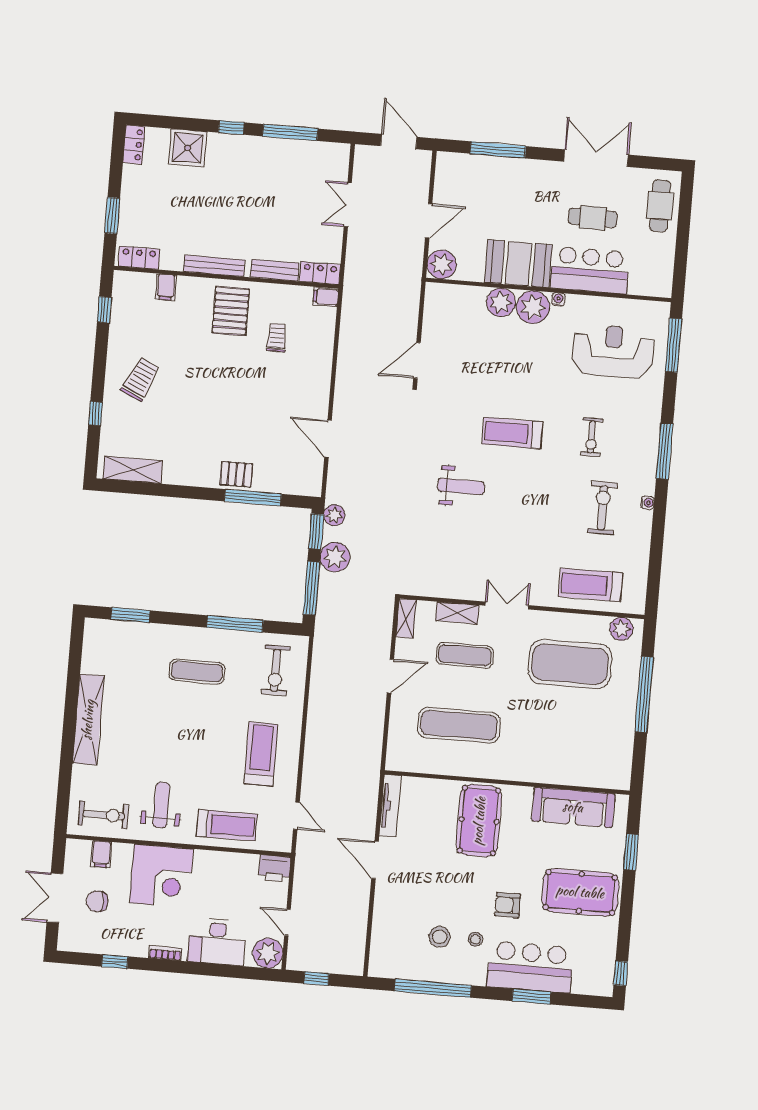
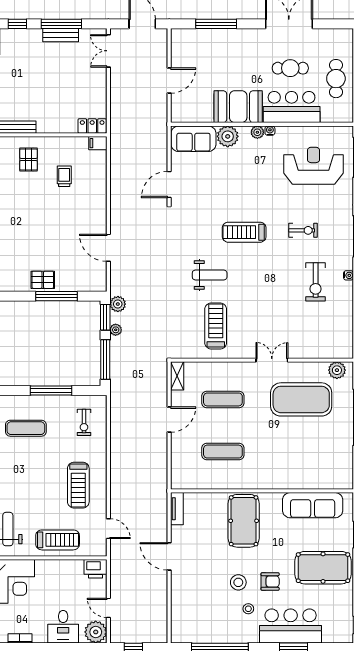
double door: (348, 205) -> (108, 51), moved
cafe table: (660, 206) -> (336, 79), moved
plant: (442, 264) -> (181, 112), removed
bench: (275, 270) -> (61, 35), moved
sofa: (455, 302) -> (193, 139), added
plant: (533, 307) -> (257, 132), width x0.53, depth x0.53
pallet: (231, 311) -> (28, 159), width x0.67, depth x0.71
exercise bike: (592, 437) -> (303, 230), turned -90
exercise bike: (603, 508) -> (316, 282), turned 180
plant: (335, 557) -> (116, 330), width x0.53, depth x0.53
treadmill: (590, 585) -> (216, 326), moved, turned 90
double door: (507, 605) -> (272, 360), moved
shelving: (457, 613) -> (215, 369), removed
exercise bike: (276, 670) -> (84, 422), width x0.73, depth x0.72
exercise mat: (459, 725) -> (223, 452), width x0.73, depth x0.69
treadmill: (261, 754) -> (78, 485), turned 180
tv unit: (390, 806) -> (177, 509), width x0.71
armchair: (508, 905) -> (270, 581), turned 180
stool: (440, 937) -> (238, 582), moved
desk: (217, 942) -> (63, 627), width x0.73

